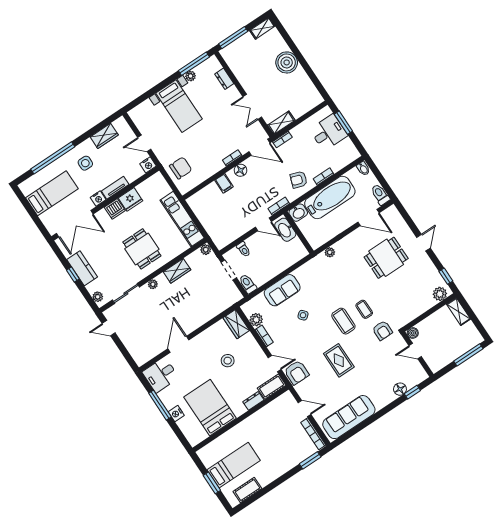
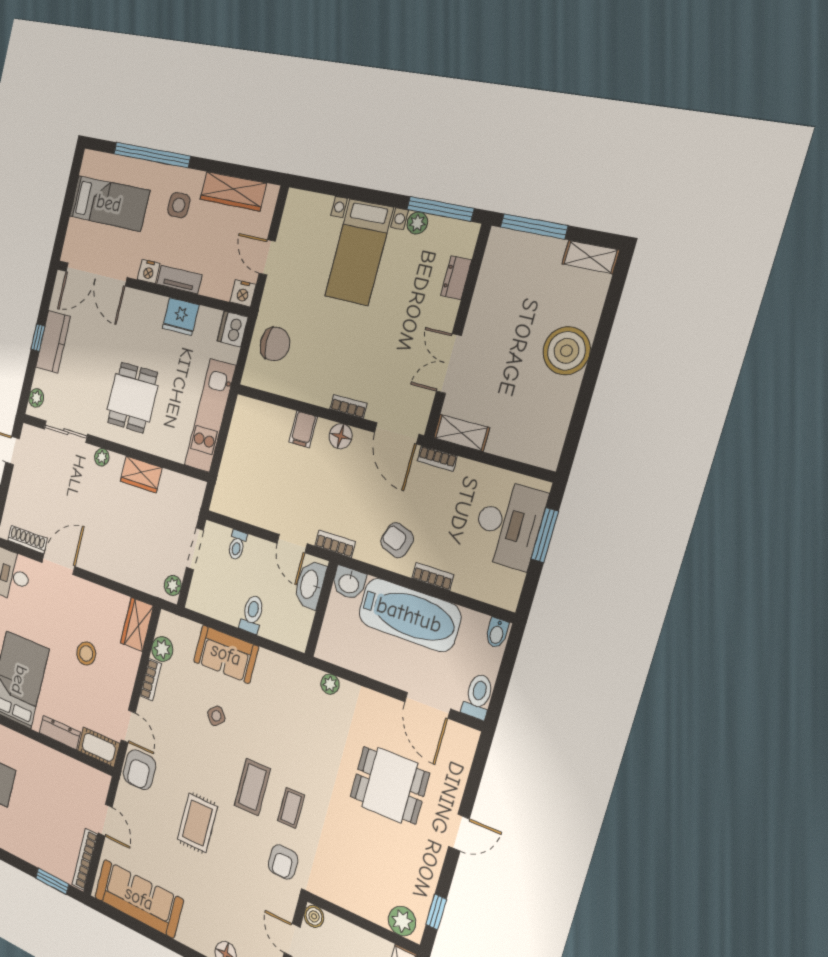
desk: (329, 132) -> (508, 524), width x1.37
wardrobe: (104, 136) -> (233, 191), width x1.50
dishwasher: (115, 209) -> (232, 329), moved, turned 90
plant: (206, 250) -> (173, 585), moved
toilet: (248, 284) -> (252, 614), moved
shoe rack: (154, 352) -> (27, 540), added
dresser: (253, 401) -> (60, 733), width x1.44

